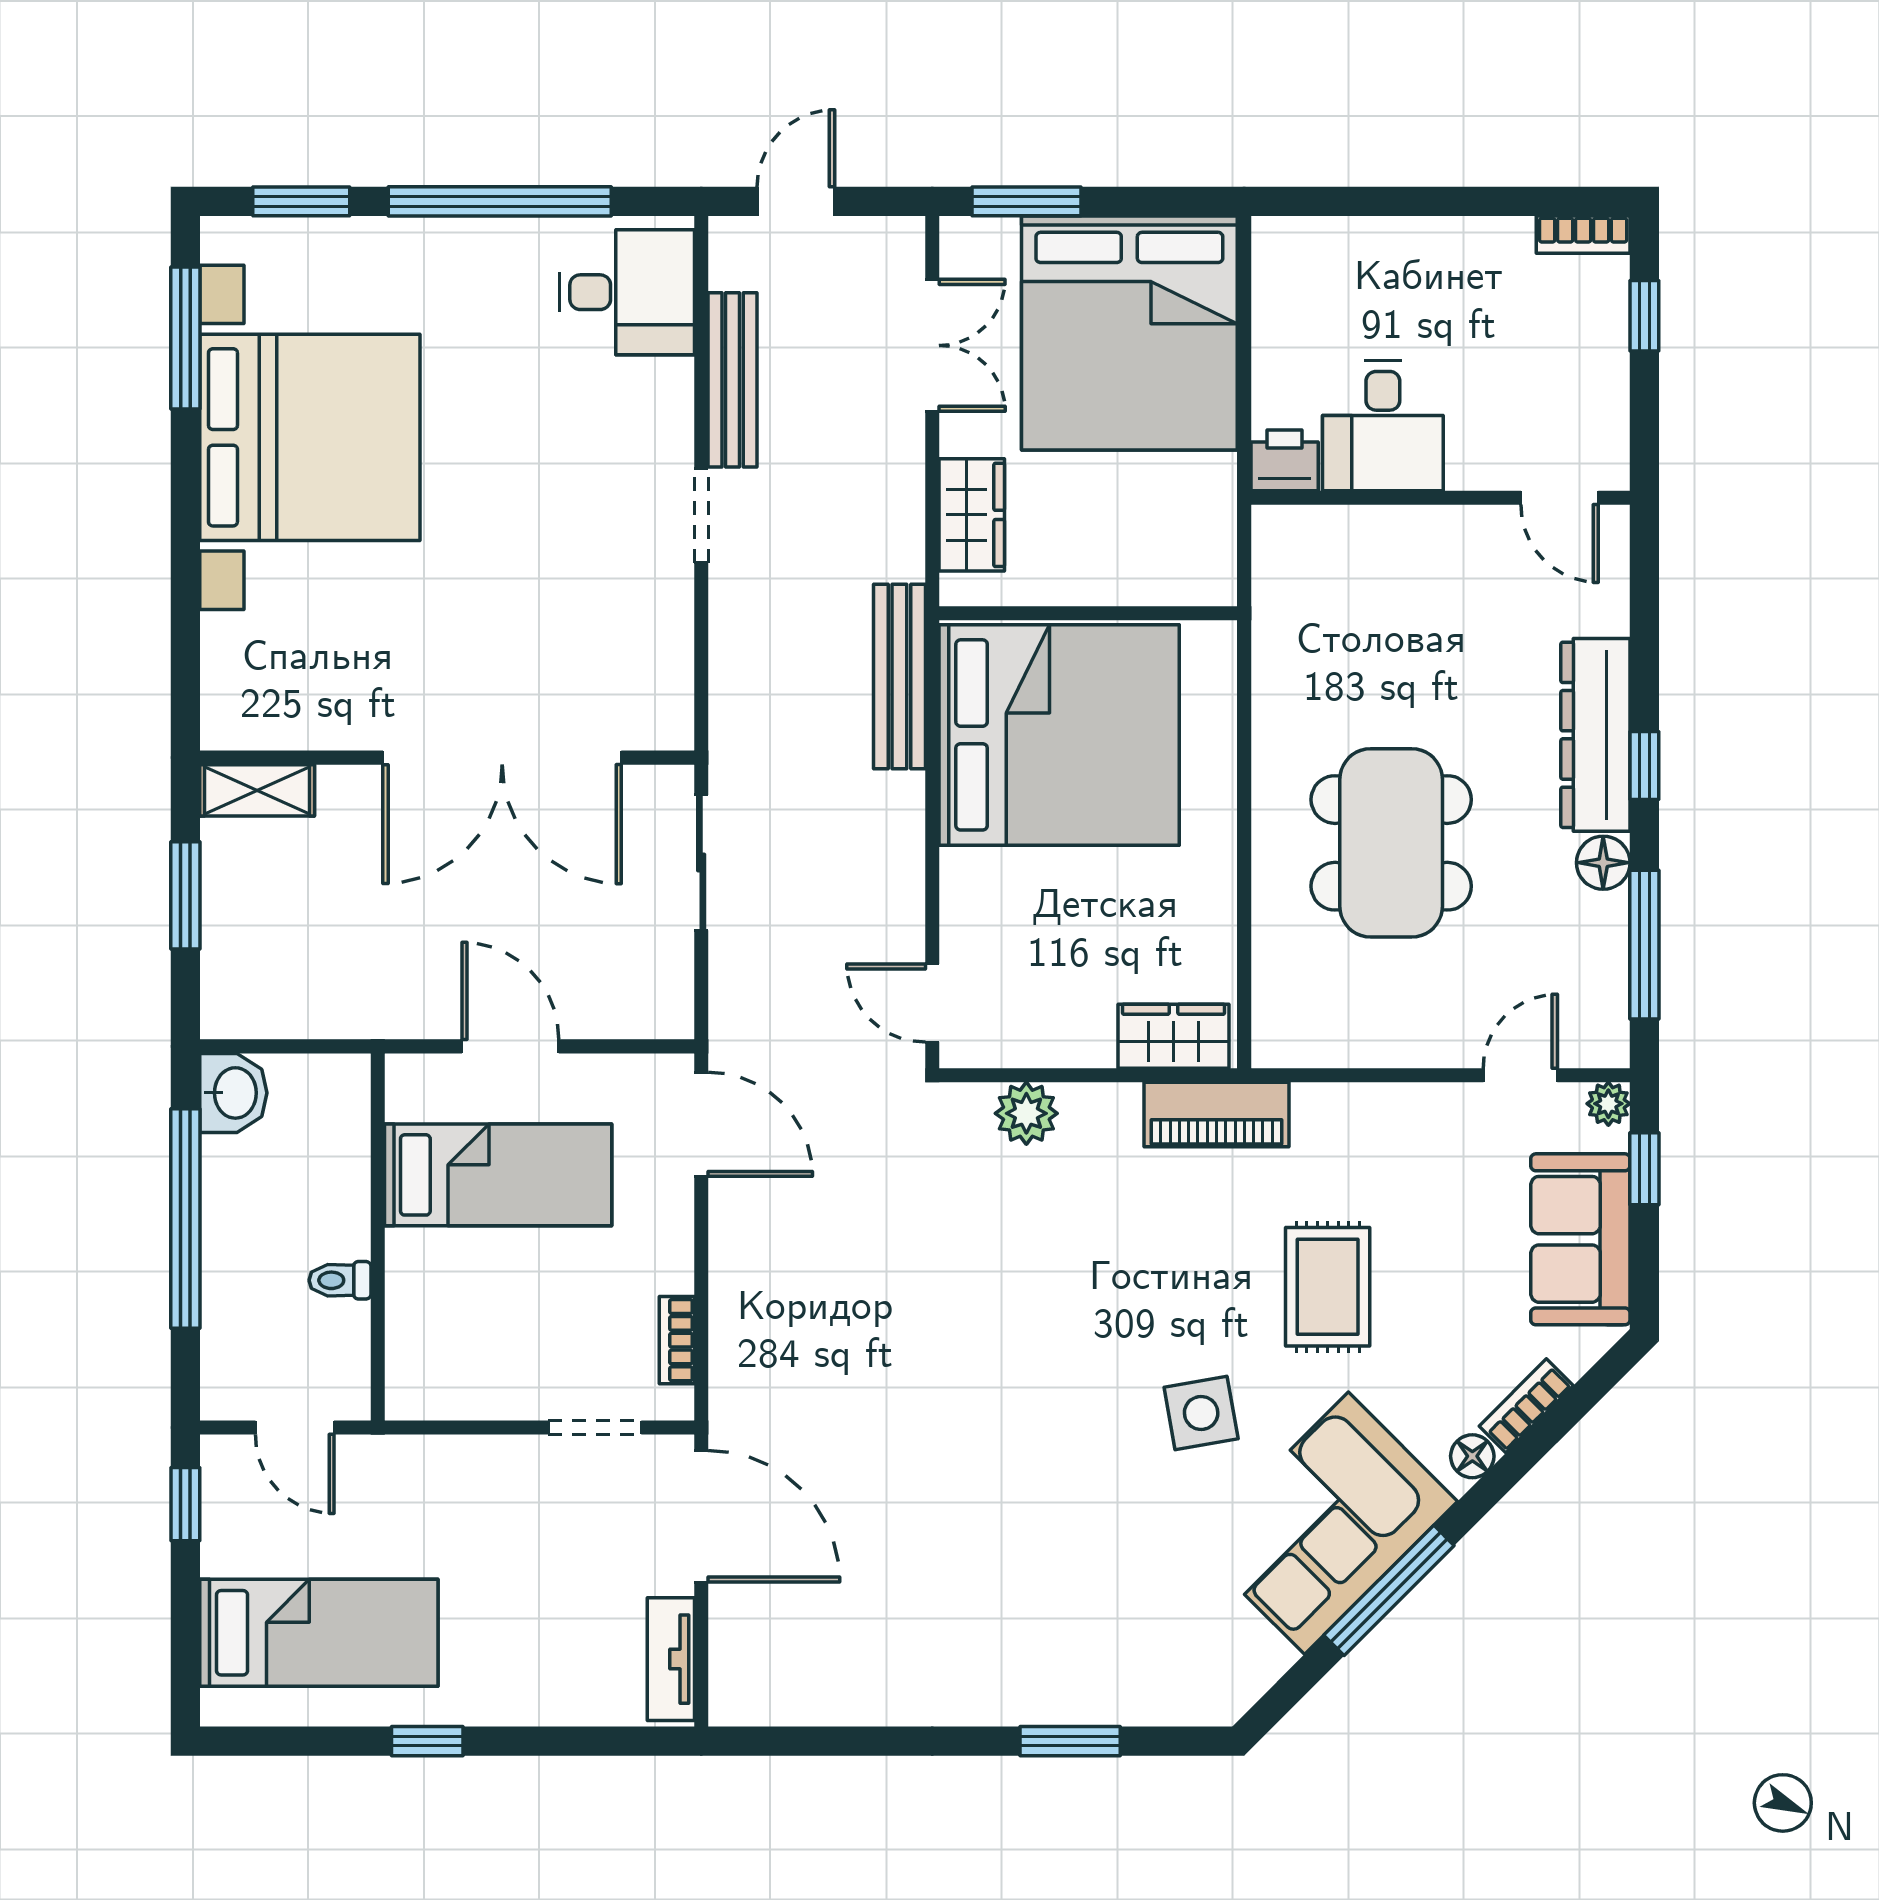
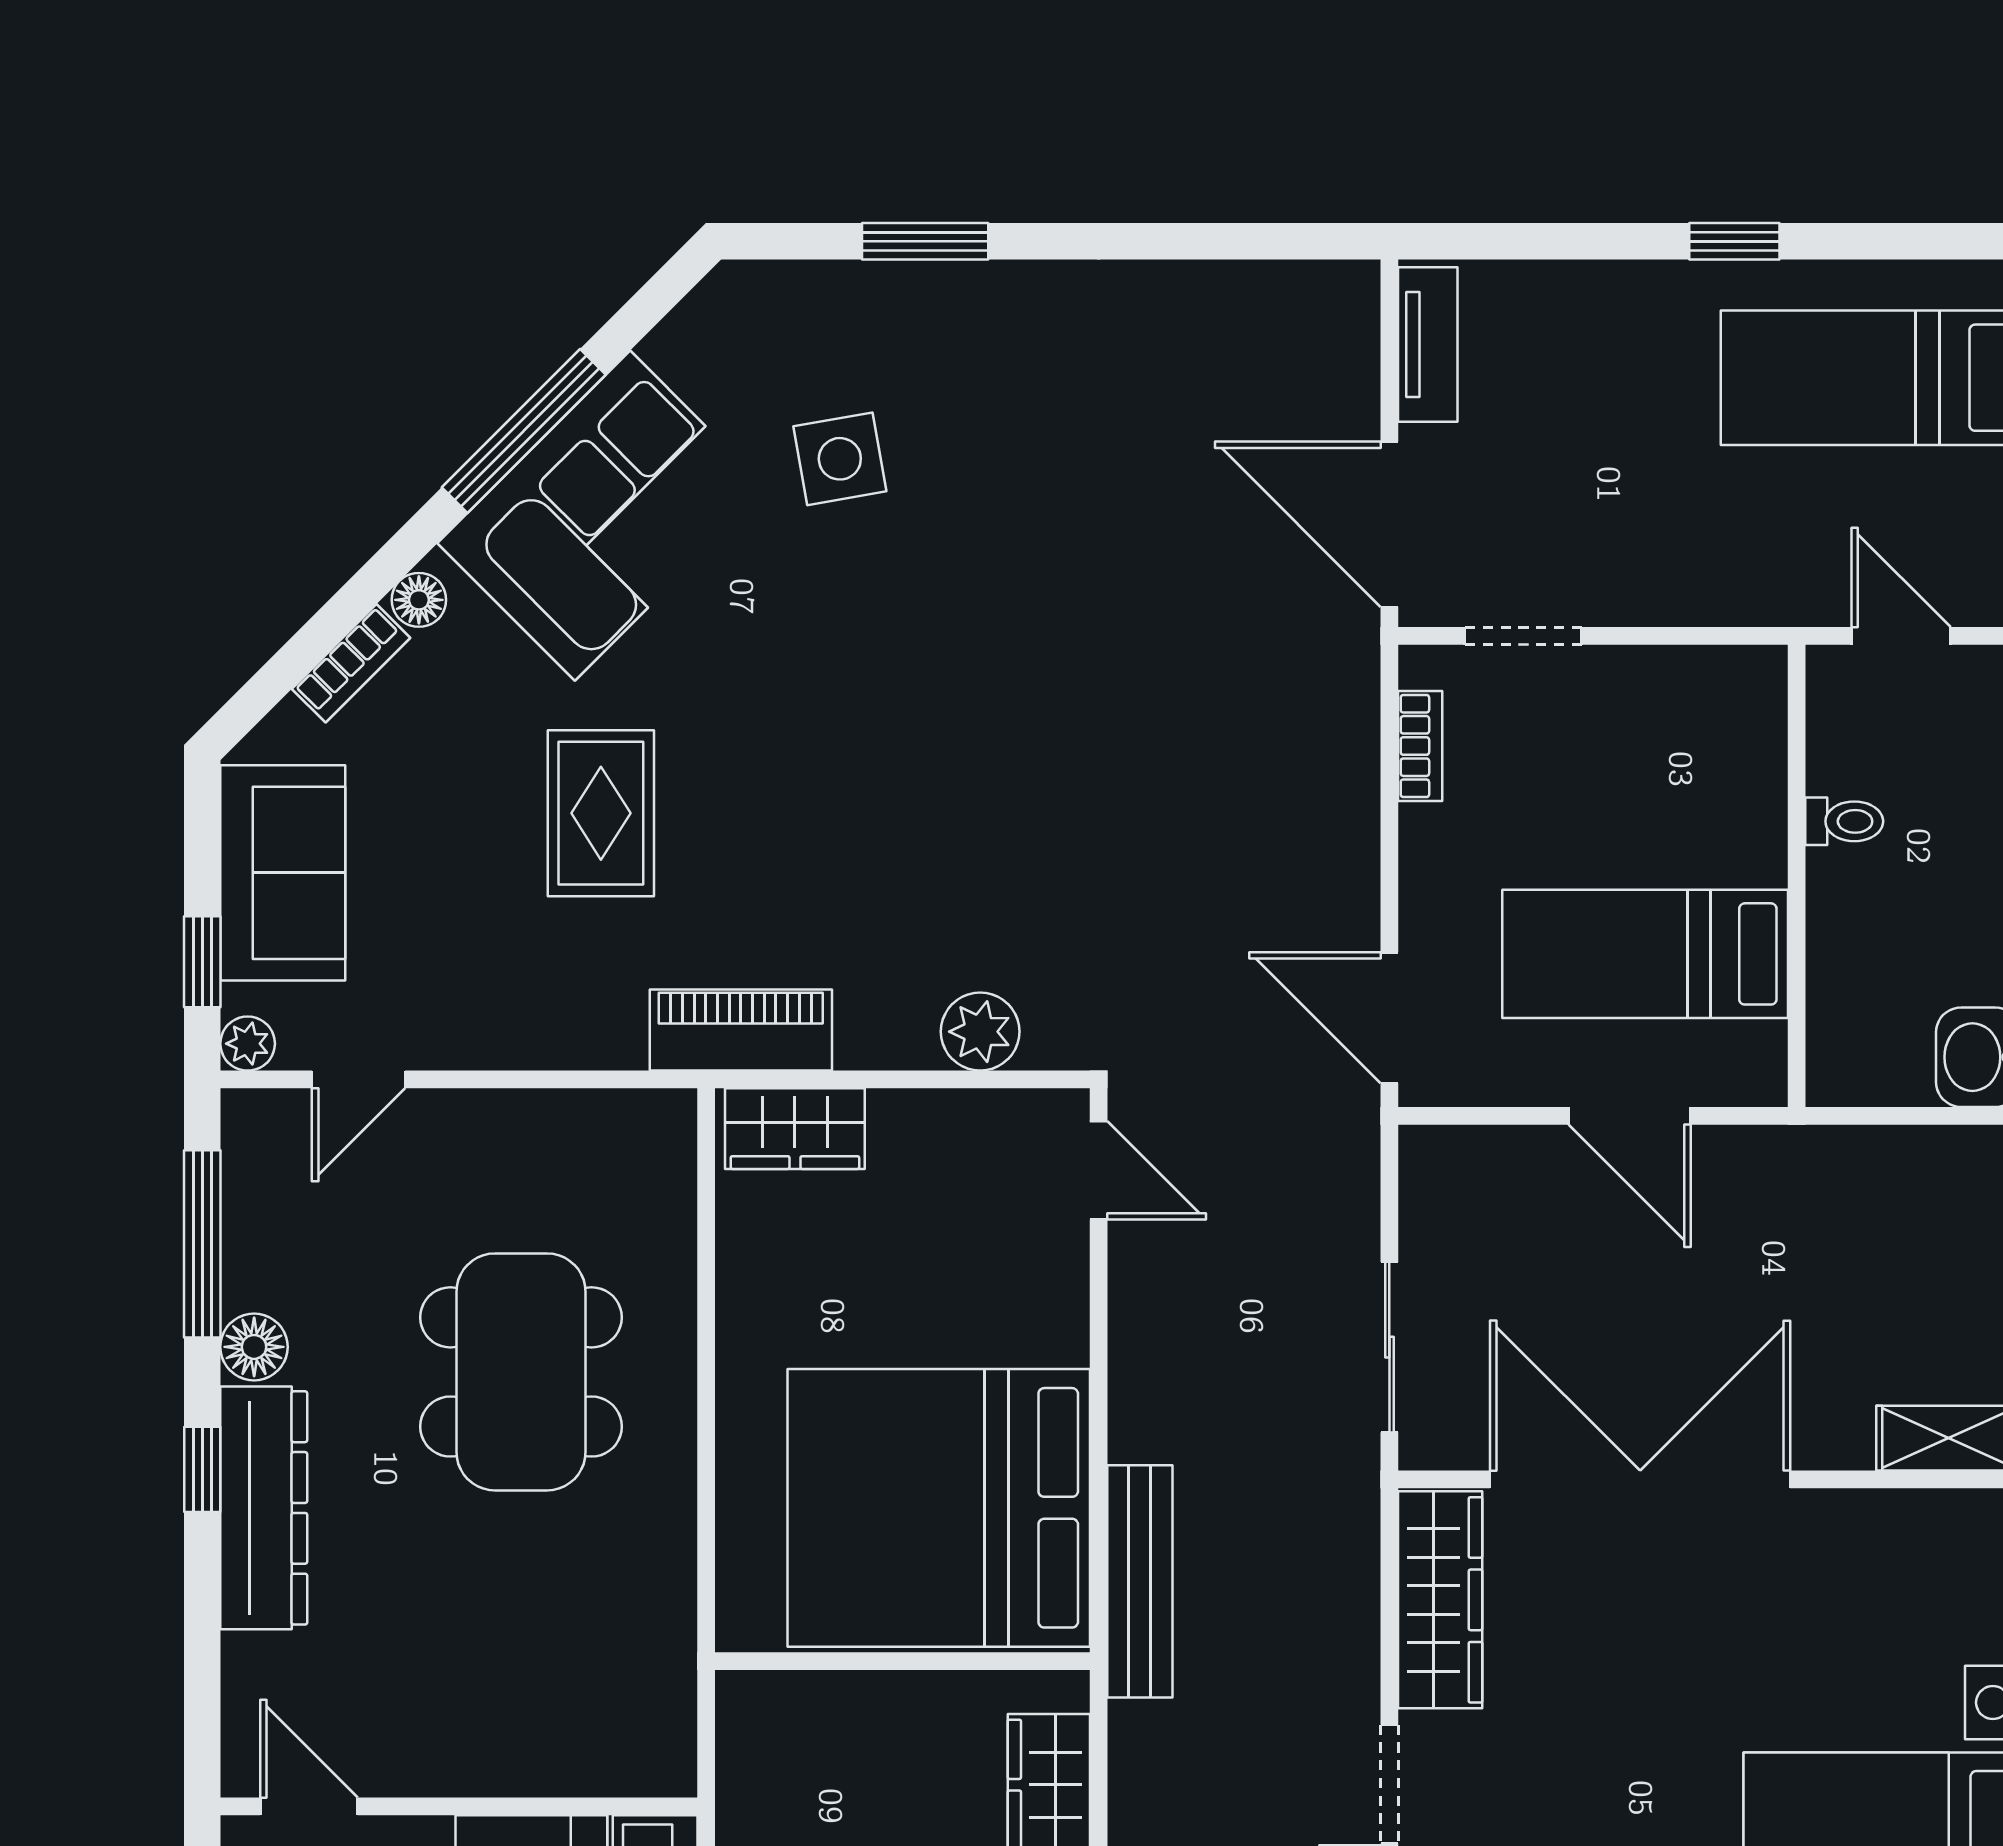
wardrobe: (661, 662) -> (1440, 1600), added
side table: (1201, 1413) -> (840, 459), moved

